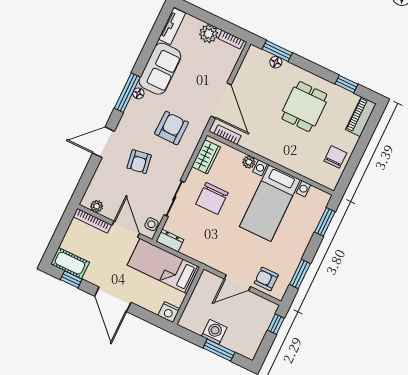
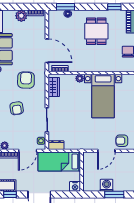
chair: (212, 198) -> (69, 109), removed
door: (126, 229) -> (28, 151), swing flipped

